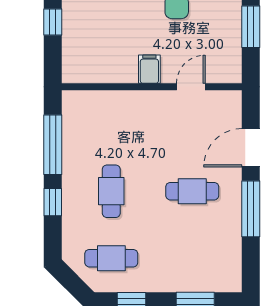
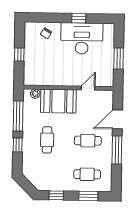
filing cabinet: (149, 69) -> (67, 79), removed
plant: (86, 99) -> (35, 94), added
booth: (132, 114) -> (58, 101), added
cafe table: (111, 258) -> (87, 174), moved

